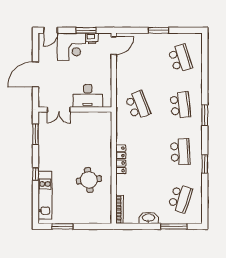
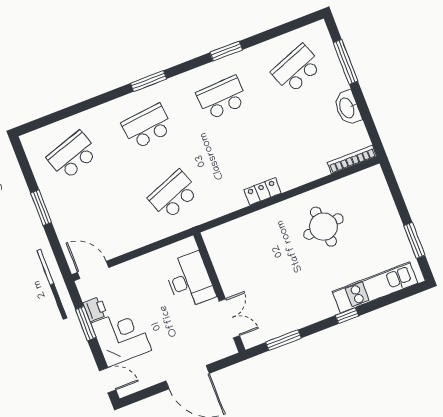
locker: (121, 159) -> (263, 191), width x0.66
school desk: (180, 198) -> (297, 69), turned -39

